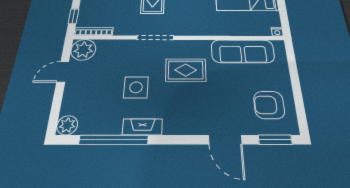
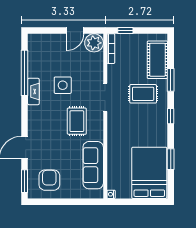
door: (63, 72) -> (75, 30), swing flipped
plant: (67, 125) -> (35, 40), removed

